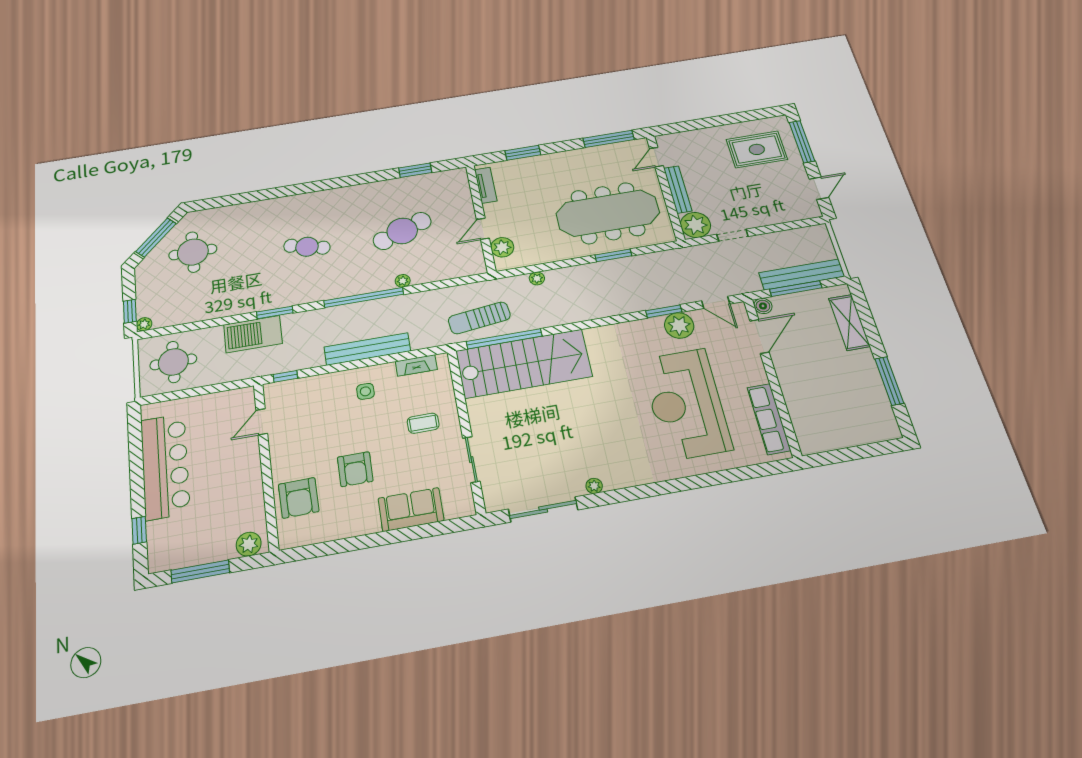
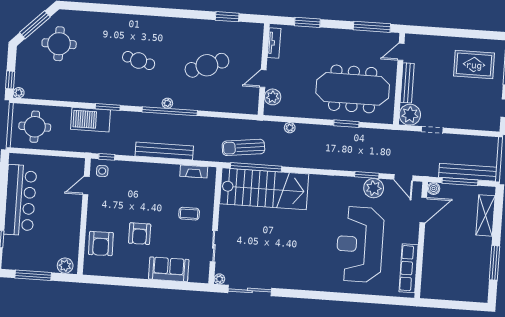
plant: (403, 281) -> (167, 103), moved
side table: (365, 391) -> (102, 171), moved
plant: (594, 486) -> (219, 279), moved

